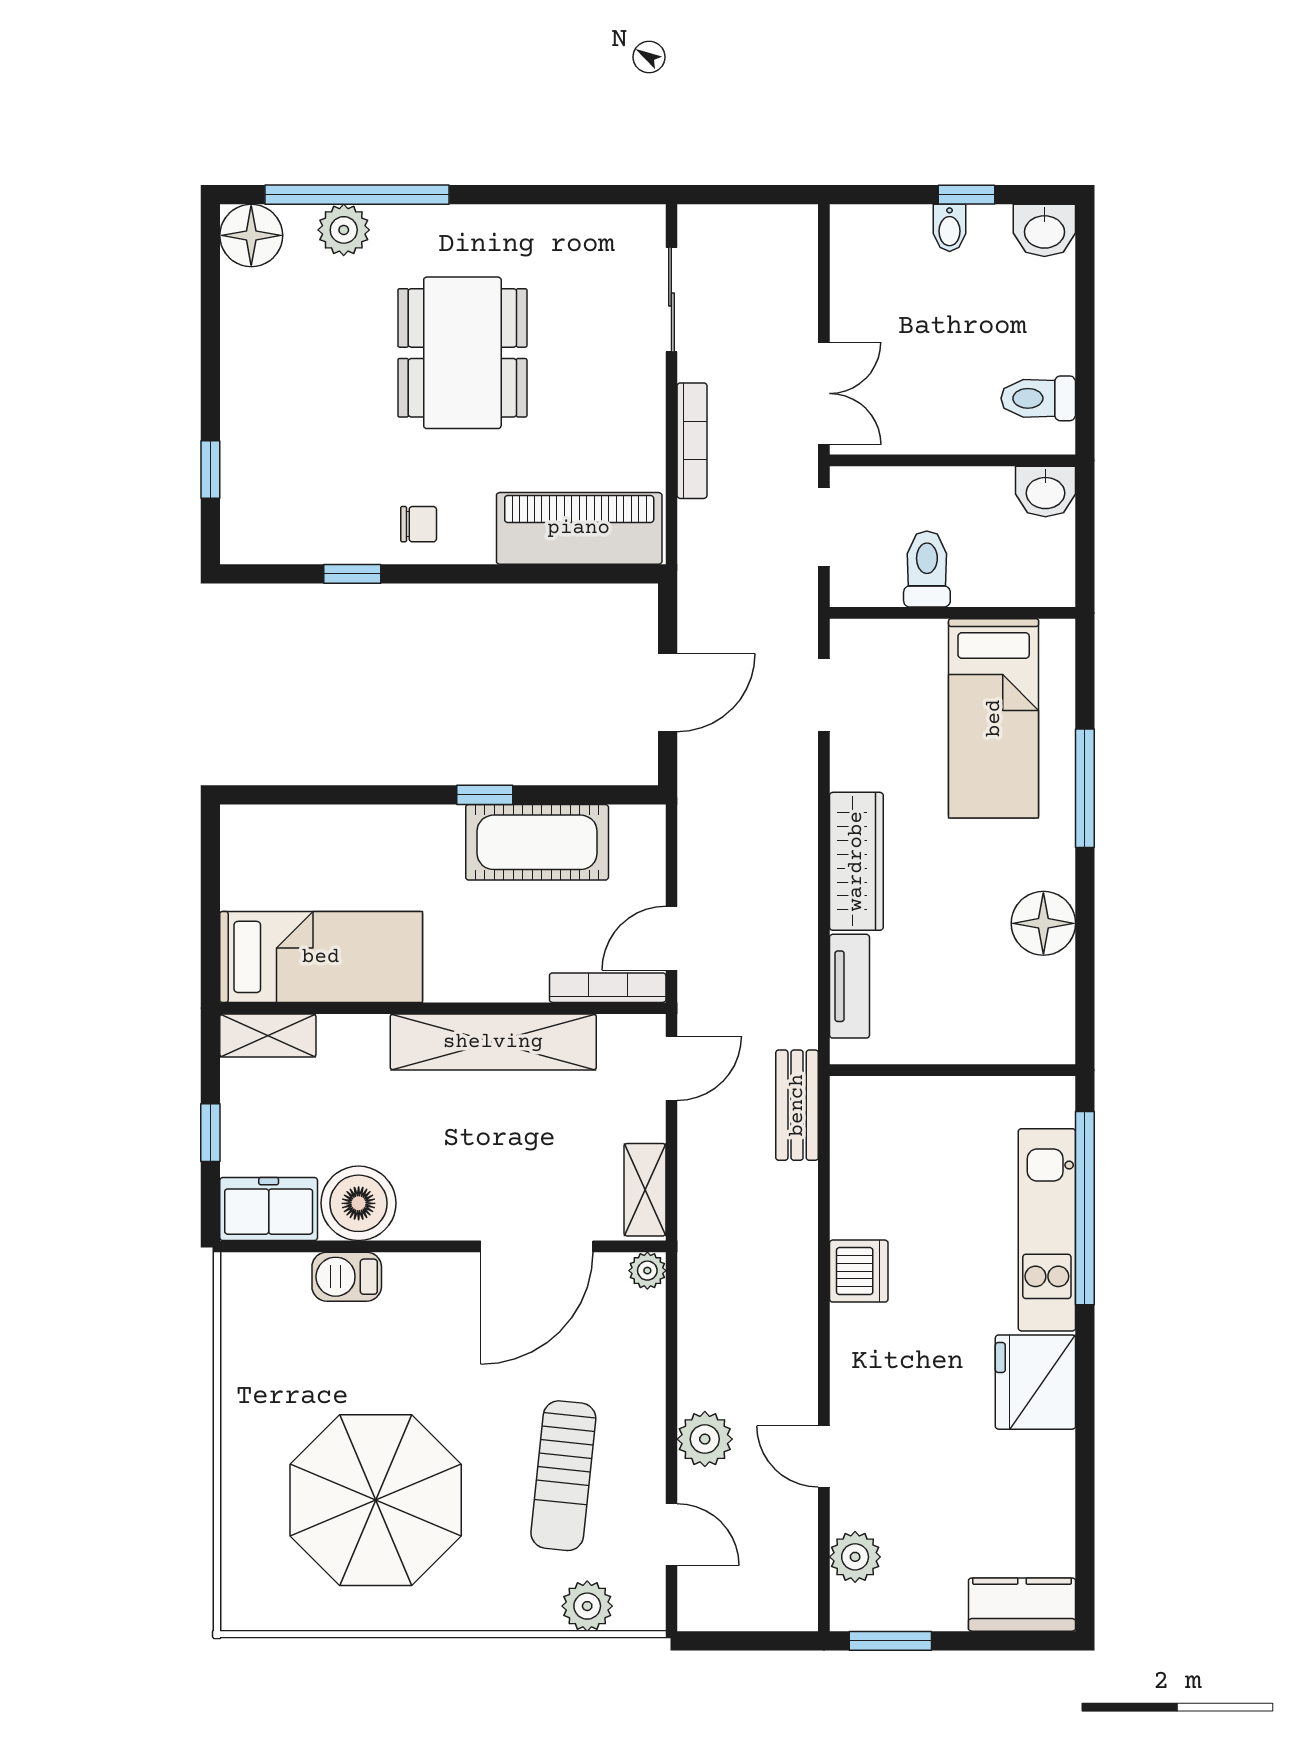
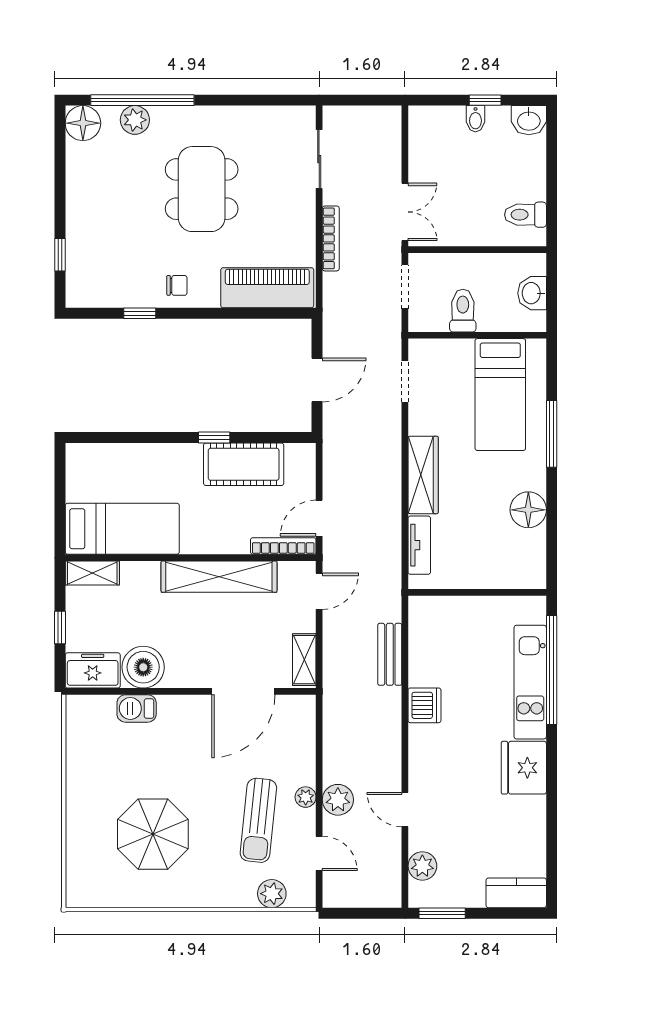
washbasin: (1045, 491) -> (532, 293), moved, turned 90
bench: (797, 1105) -> (390, 654), moved
plant: (647, 1271) -> (306, 797), moved
parasol: (376, 1500) -> (153, 834), width x0.73, depth x0.73

